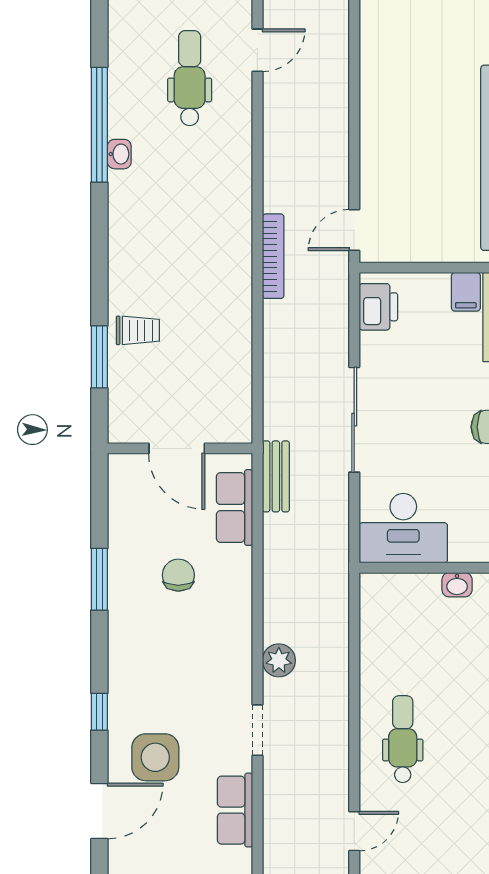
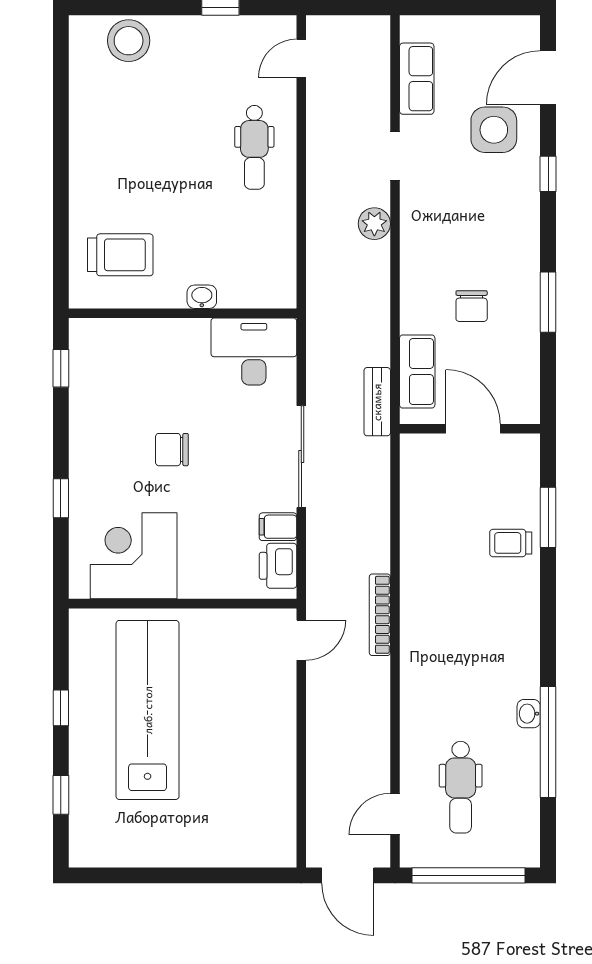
filing cabinet: (466, 292) -> (278, 527), moved, turned -90

